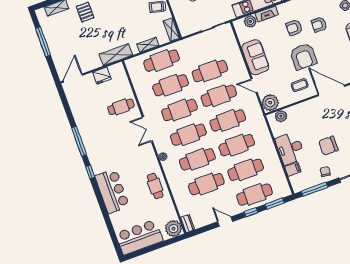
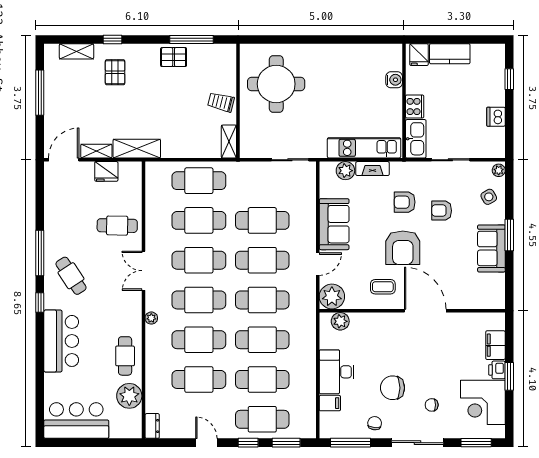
shelving: (148, 45) -> (96, 151), moved
door: (254, 86) -> (318, 264), swing flipped
cafe table: (104, 148) -> (71, 276), added
plant: (174, 229) -> (129, 396), moved

